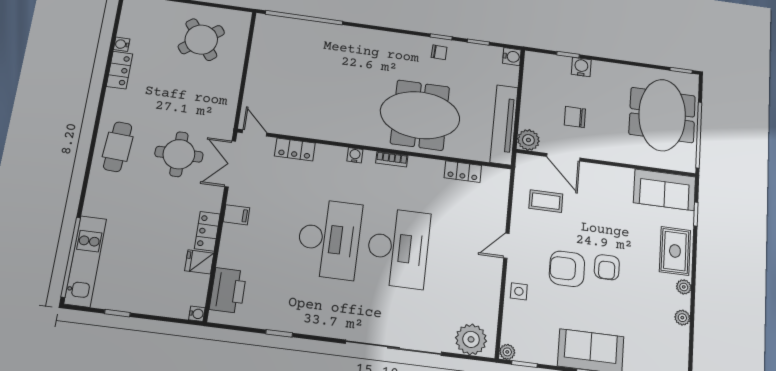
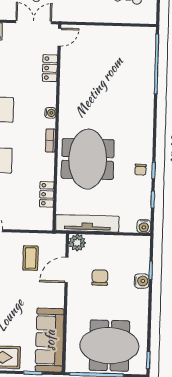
sofa: (665, 190) -> (50, 340), width x1.36

